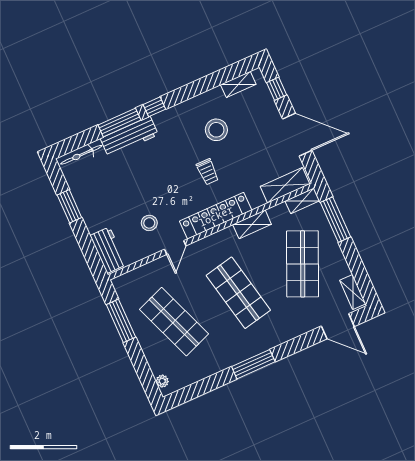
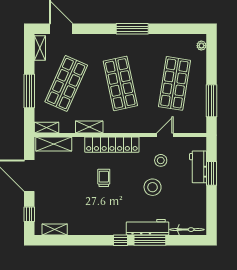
stool: (216, 130) -> (153, 187), moved
window: (69, 206) -> (211, 173), moved
window: (335, 220) -> (29, 91), moved
door: (175, 247) -> (165, 135), moved
workbench: (108, 250) -> (198, 167), moved
shop shelf: (174, 322) -> (174, 83), turned 30

